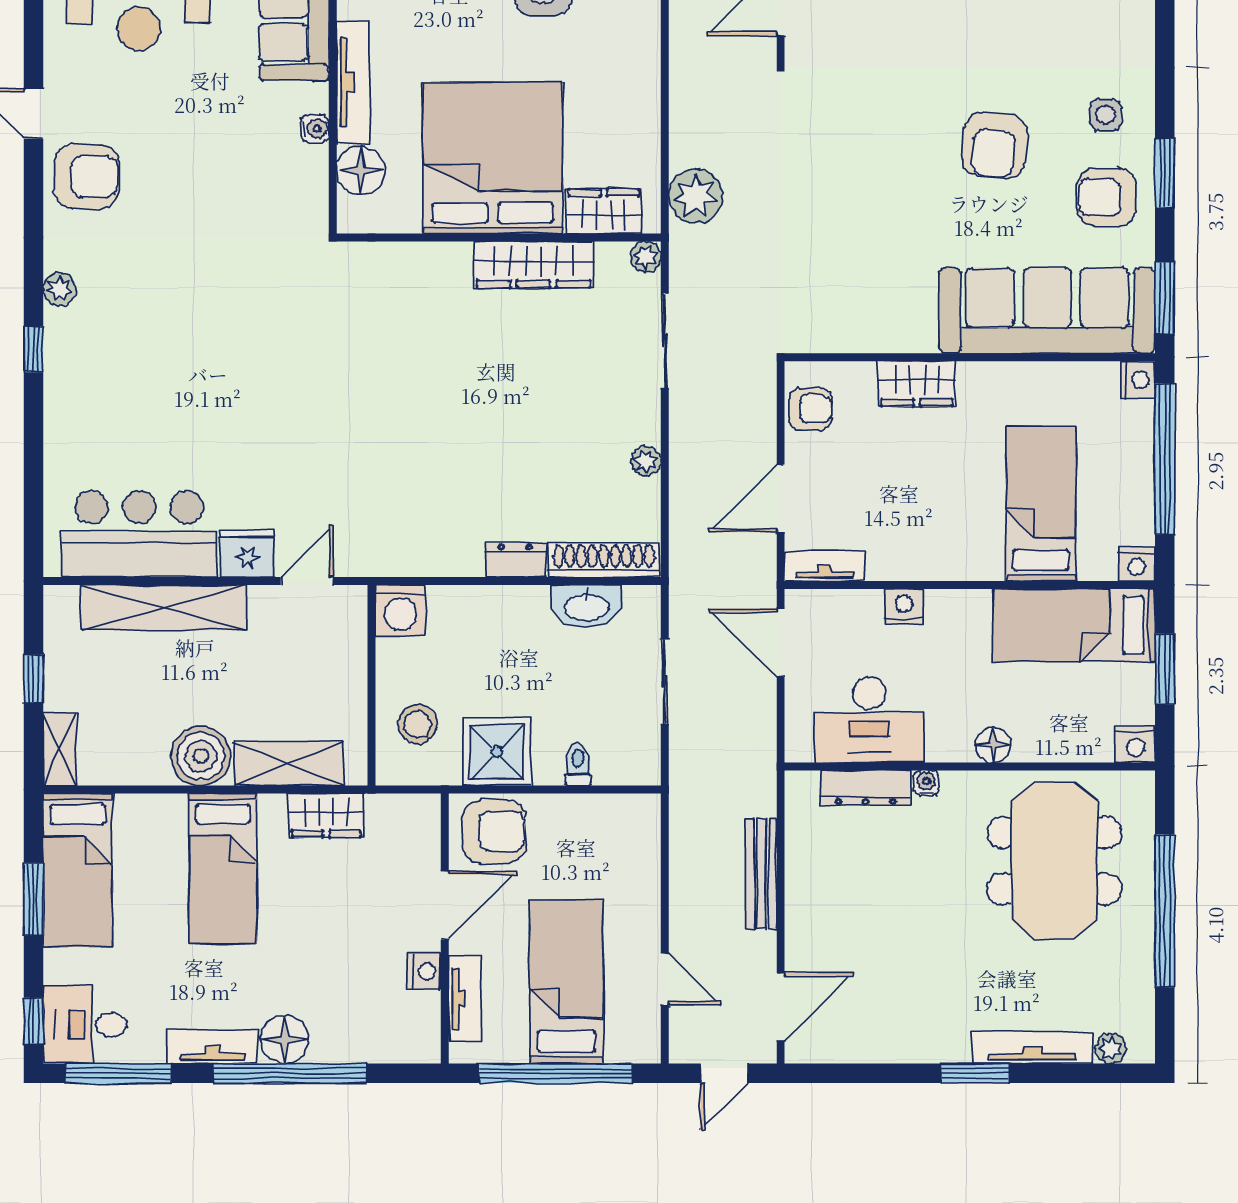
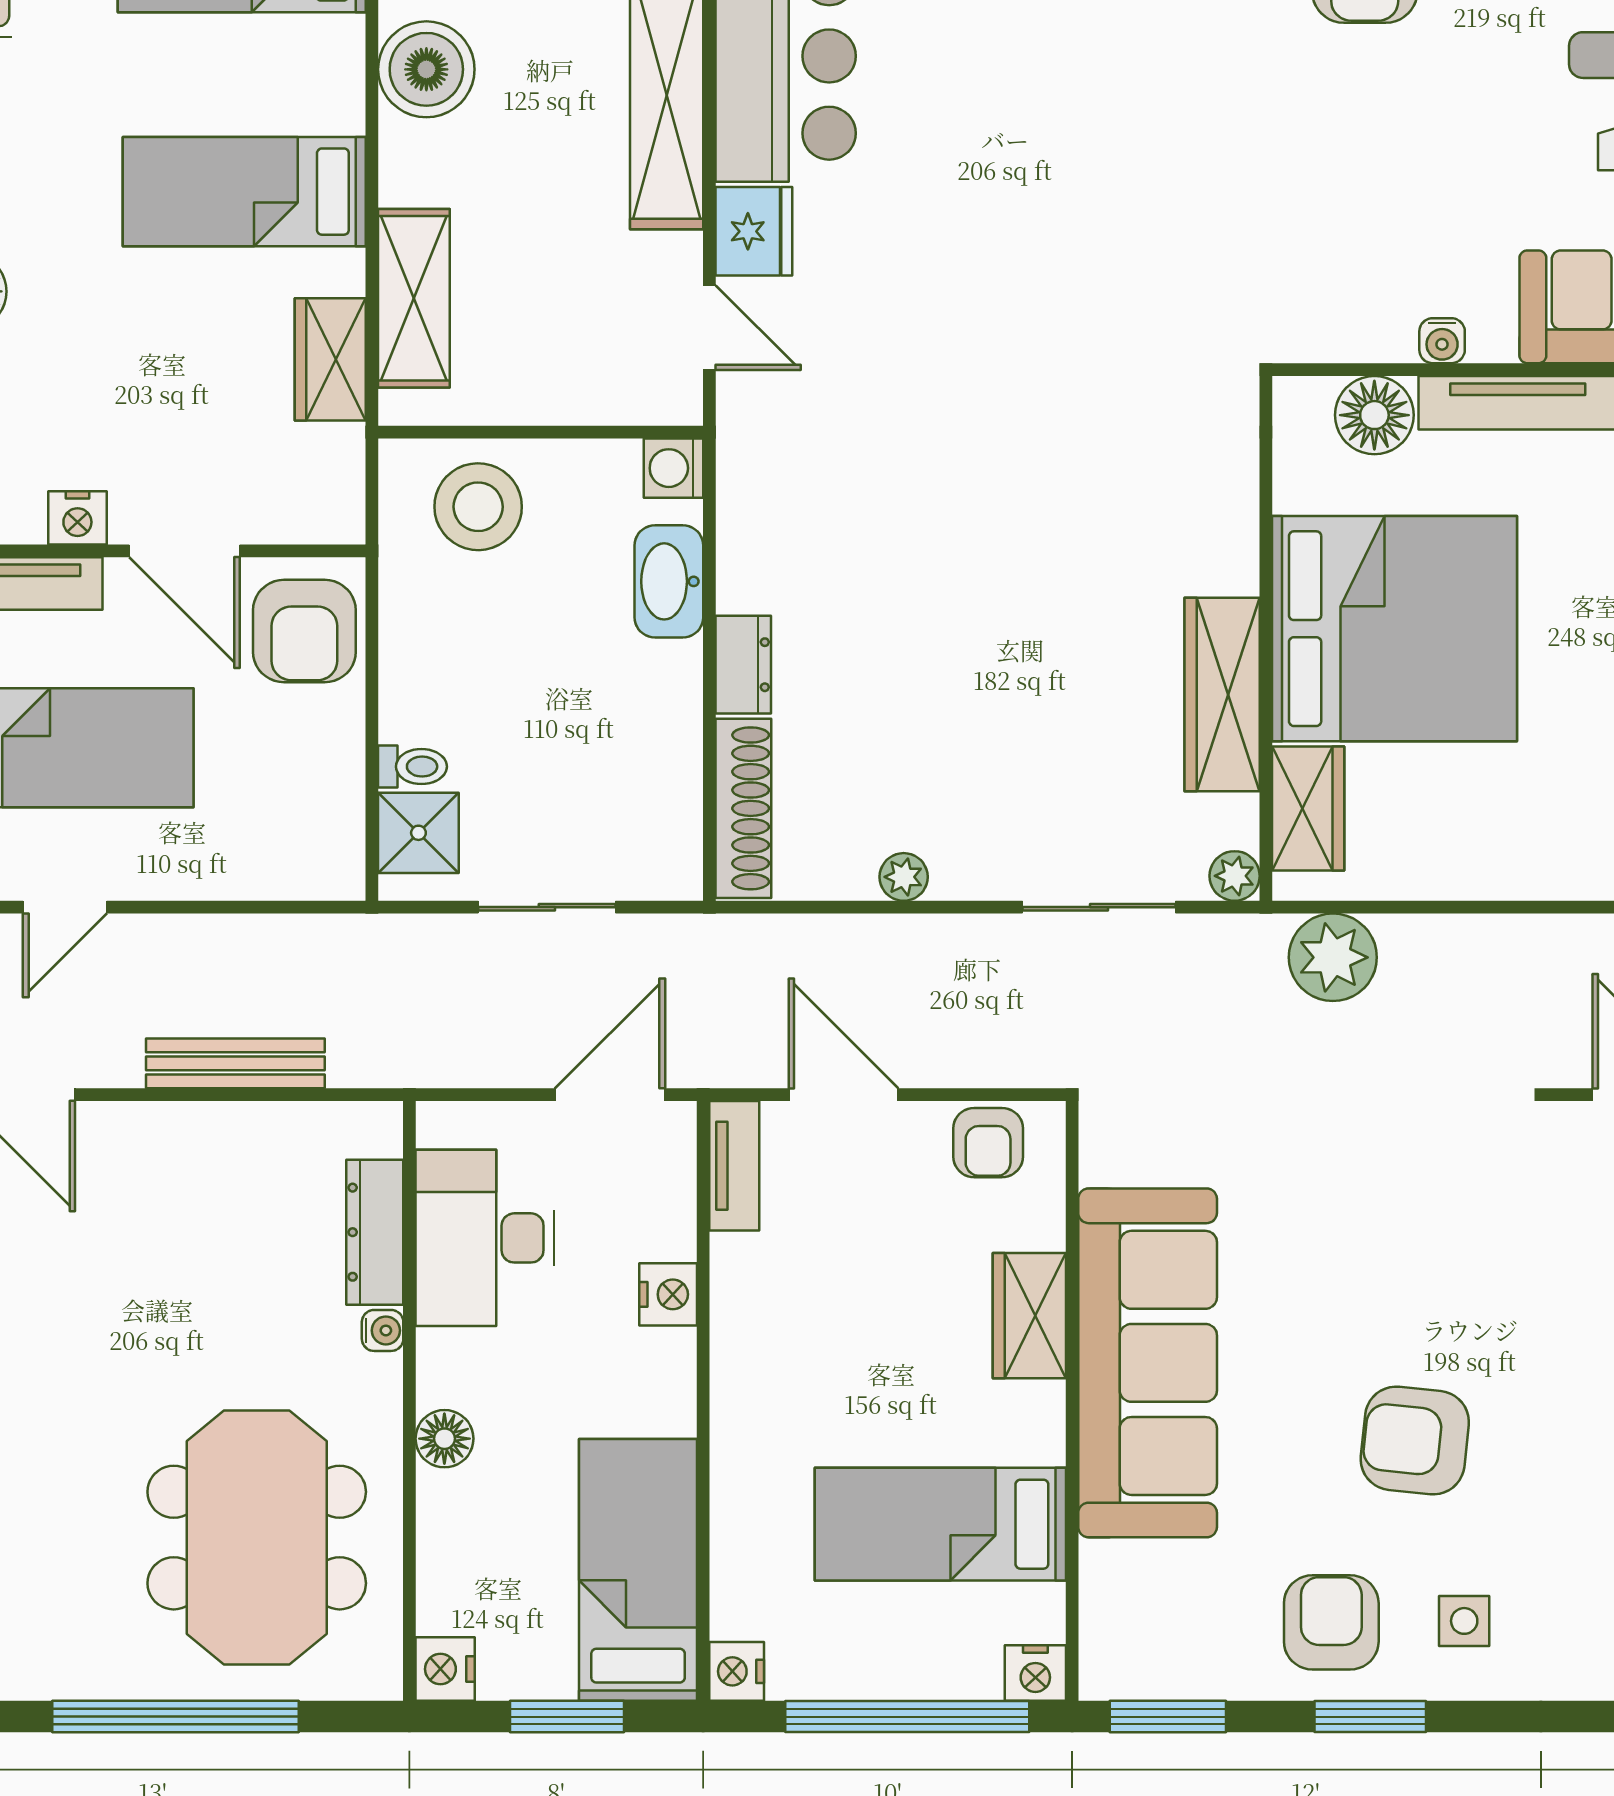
sofa: (1047, 311) -> (1148, 1363), moved
bed: (1041, 504) -> (940, 1524), moved, turned 180
washbasin: (586, 606) -> (669, 581), moved
washing machine: (401, 610) -> (674, 468), width x0.73, depth x0.73
stool: (417, 724) -> (478, 507), width x1.38, depth x1.38
shower: (497, 752) -> (418, 833), moved, width x0.73, depth x0.73
boiler: (201, 756) -> (426, 69), moved
meeting table: (1054, 861) -> (257, 1538), turned 90

